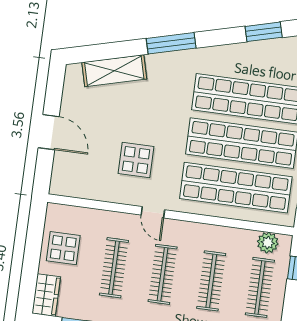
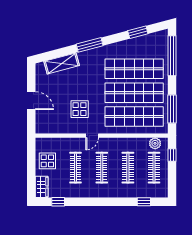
door: (153, 212) -> (92, 136), hinge flipped

